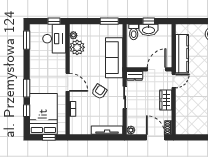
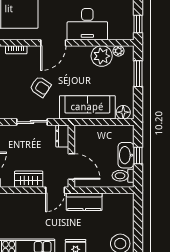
window: (109, 21) -> (138, 74), moved
floor lamp: (118, 32) -> (123, 112), added
toilet: (134, 32) -> (123, 176), moved
desk: (54, 39) -> (87, 24), moved
kitchen counter: (182, 54) -> (84, 202), width x0.67
door: (174, 81) -> (55, 190), hinge flipped

